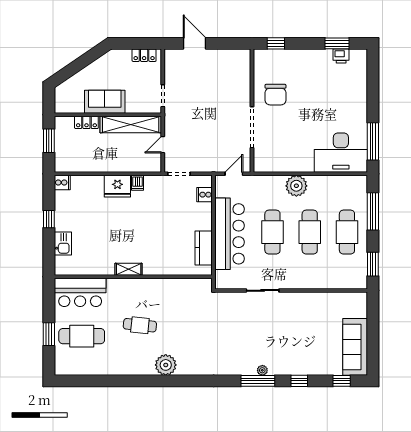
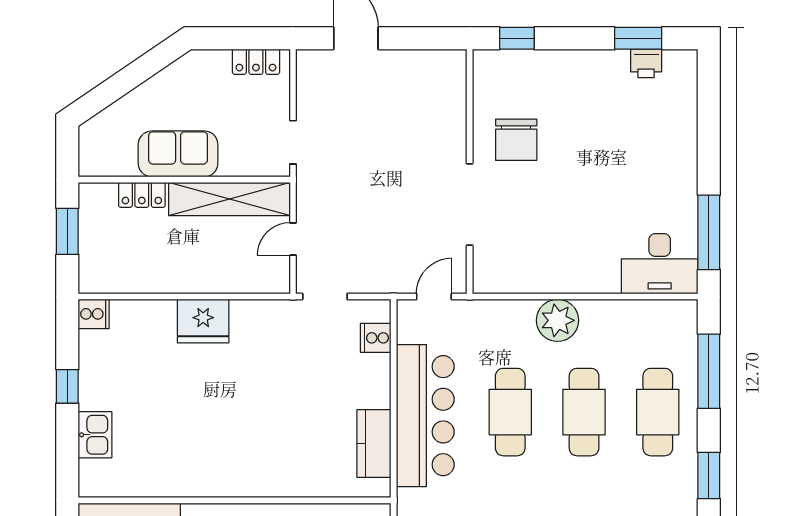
desk: (341, 153) -> (660, 264), width x0.73, depth x0.77
dishwasher: (138, 183) -> (243, 314), removed
shelving: (129, 269) -> (225, 486), removed

